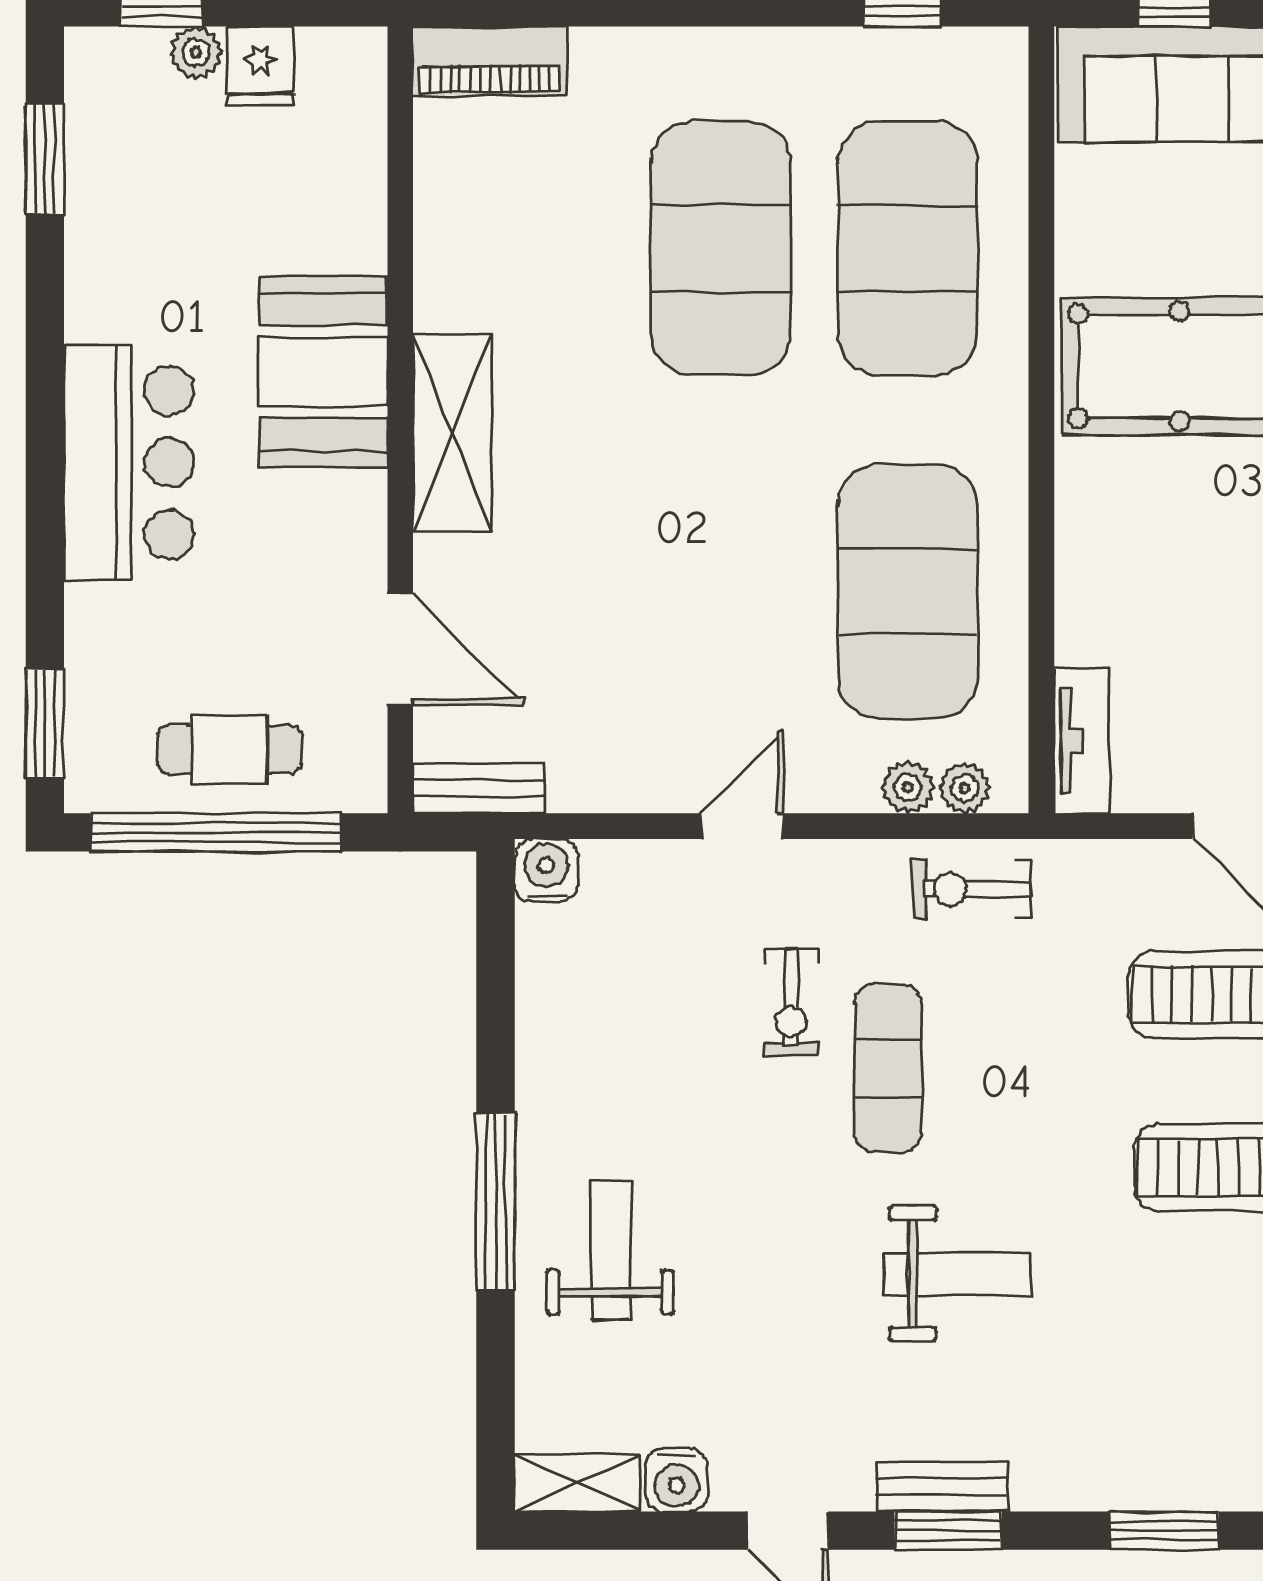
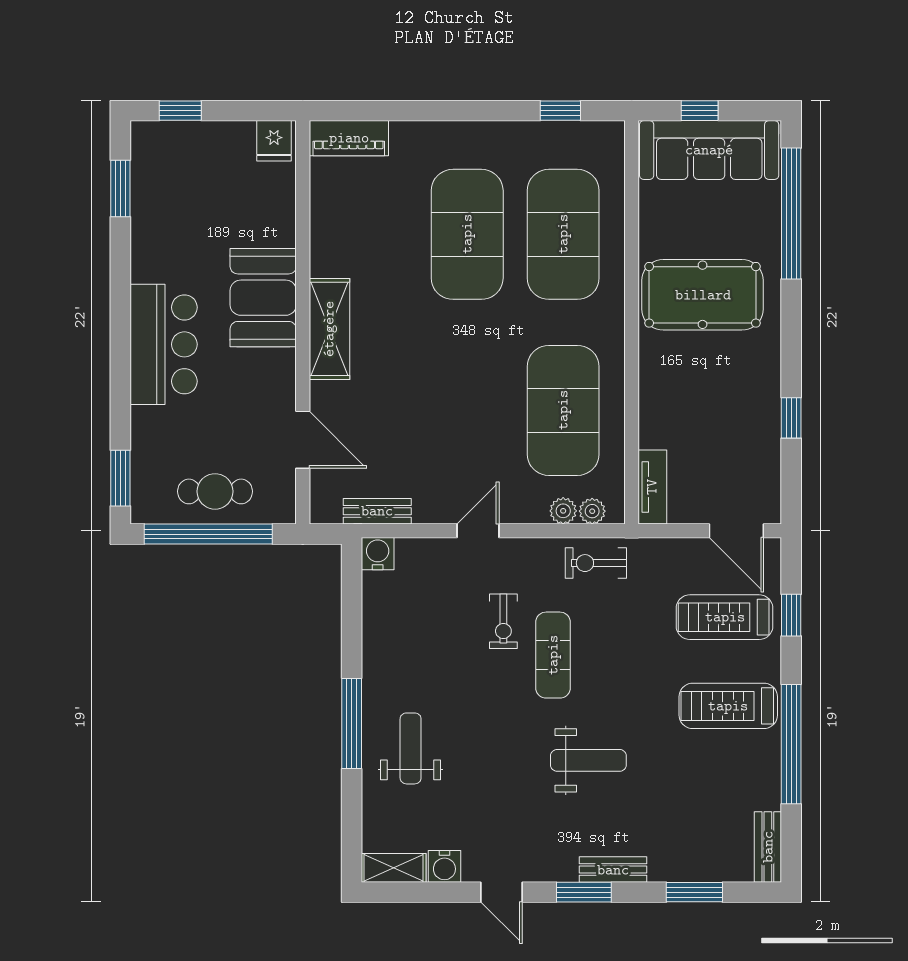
plant: (196, 52) -> (198, 134), removed
fridge: (260, 66) -> (274, 141), moved
bench: (479, 788) -> (377, 511), moved
bench: (942, 1487) -> (613, 870), moved

